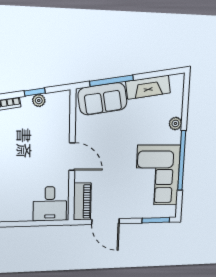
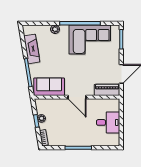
sofa: (103, 99) -> (49, 87), moved, turned -81
door: (72, 157) -> (77, 97), swing flipped
desk: (50, 204) -> (108, 122), moved

